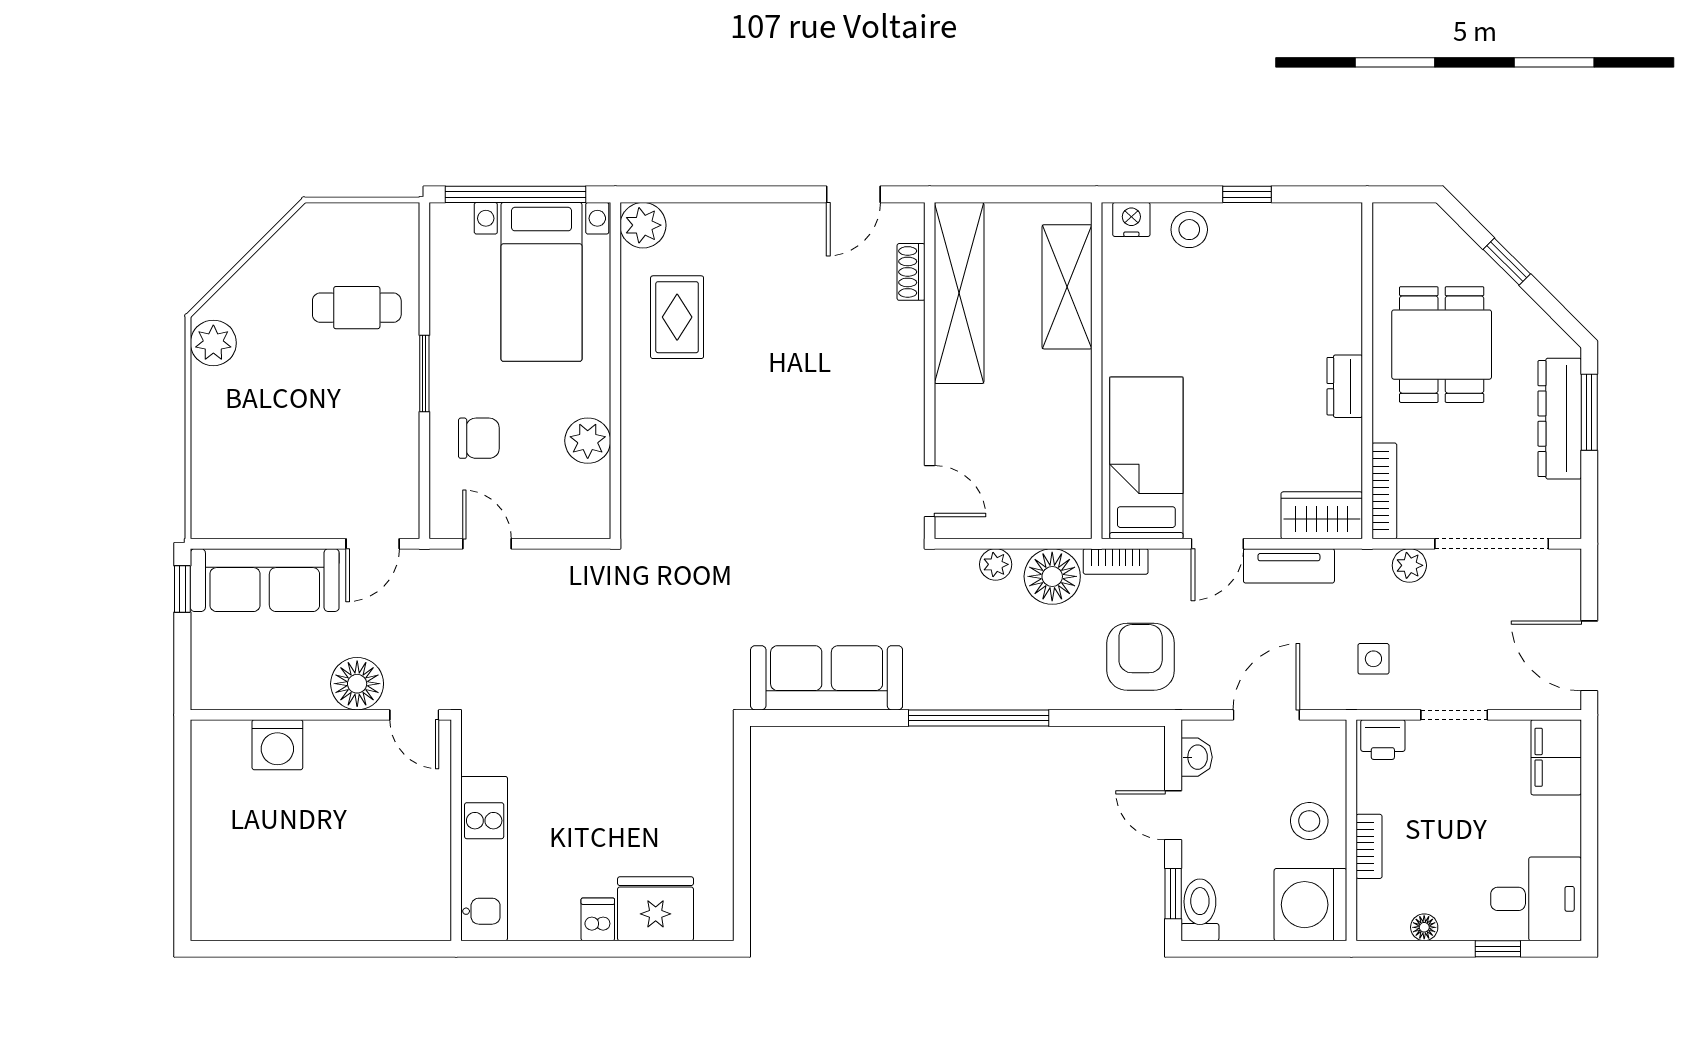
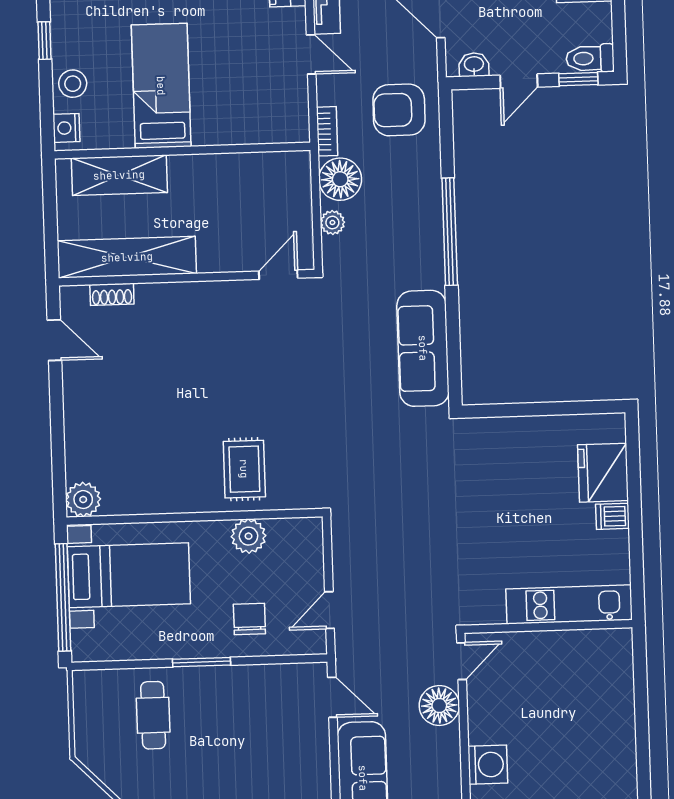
rug: (677, 317) -> (244, 469), moved, turned 90
bed: (1146, 458) -> (161, 86), moved, turned 90

